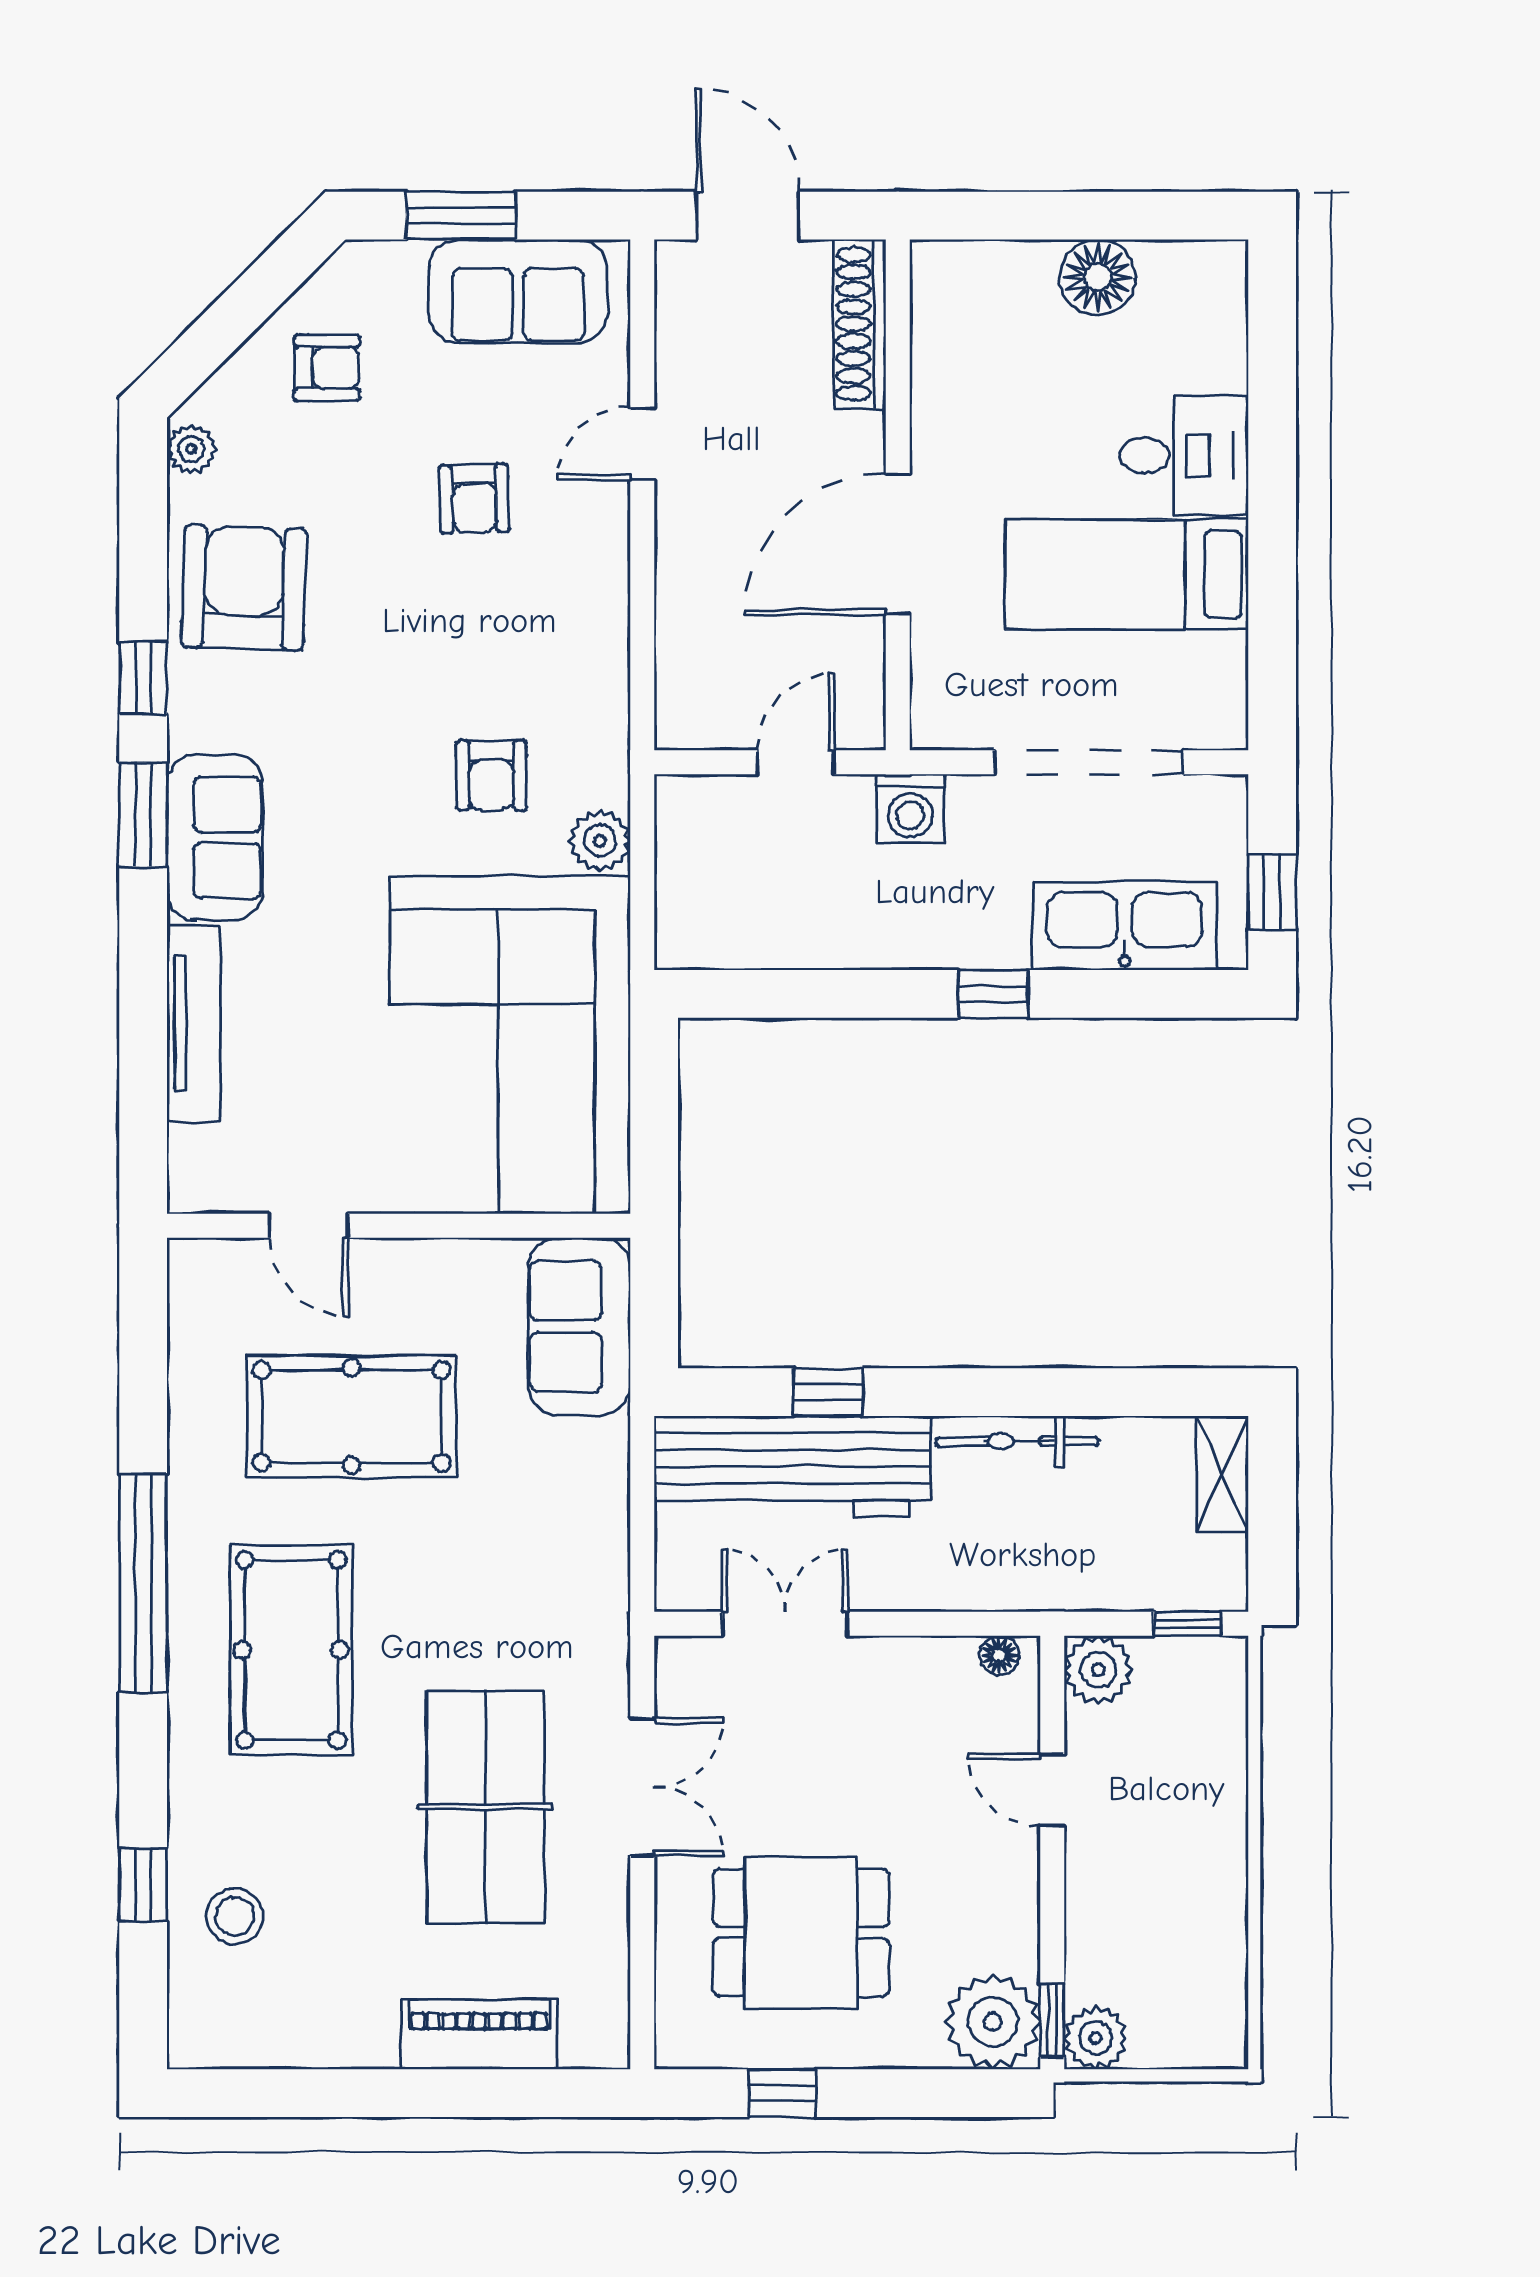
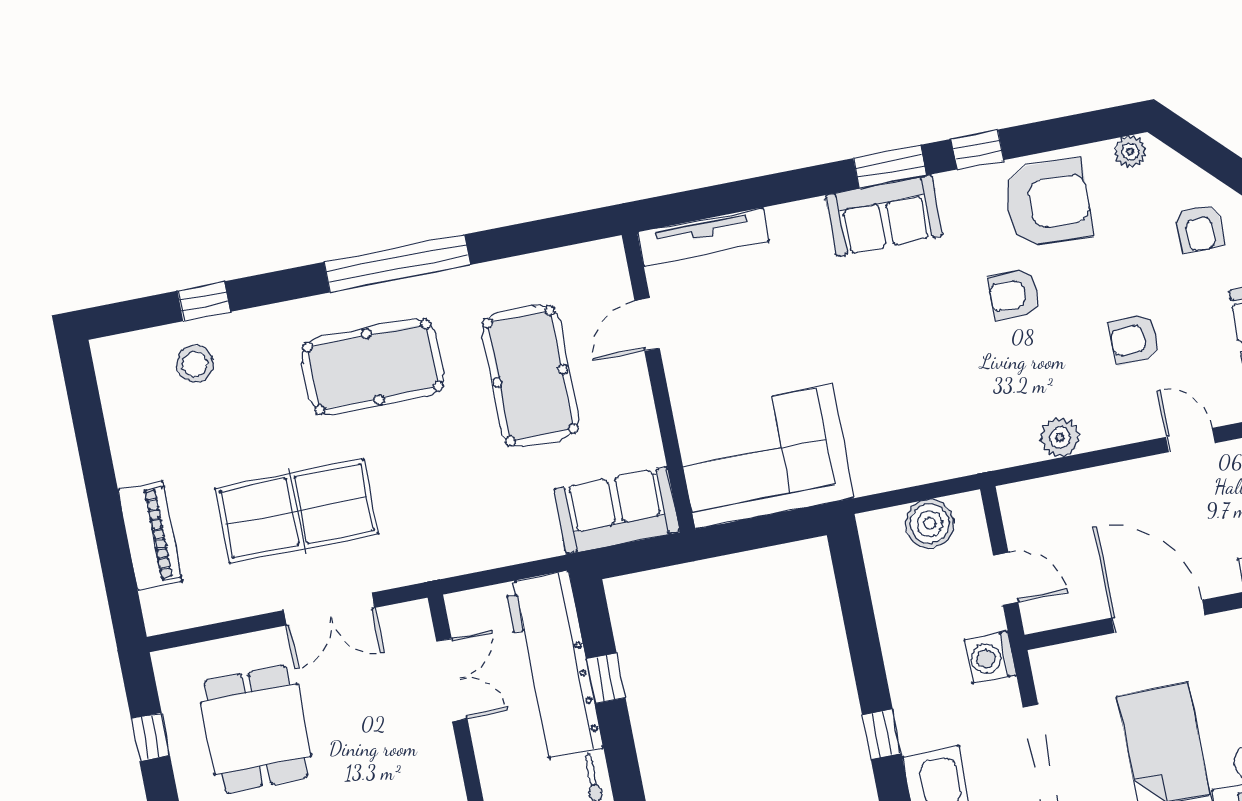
armchair: (491, 775) -> (1014, 295), moved
plant: (600, 841) -> (1060, 437), moved
boiler: (691, 860) -> (930, 524), added
tv unit: (194, 1023) -> (703, 237), moved
corner sofa: (510, 1045) -> (764, 457), width x0.73, depth x0.74

